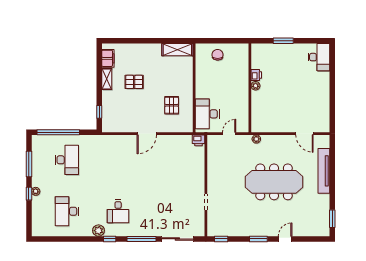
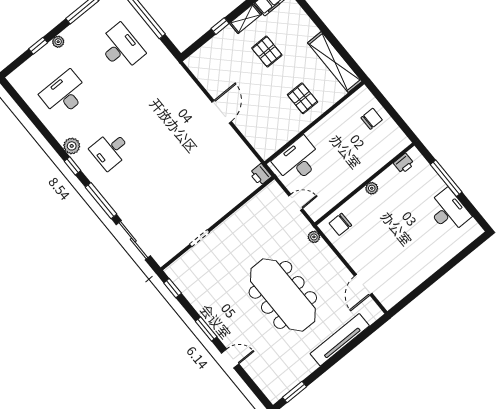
window: (283, 41) -> (446, 178), width x1.44
shelving: (177, 50) -> (335, 62), width x1.47
desk: (319, 57) -> (448, 211), moved, turned -90
printer: (256, 75) -> (404, 163), moved
pallet: (172, 105) -> (303, 98), moved, turned 90
window: (99, 112) -> (220, 26), moved
chair: (261, 119) -> (340, 224), added
door: (147, 134) -> (222, 112), swing flipped
desk: (67, 160) -> (121, 48), turned -90
window: (29, 194) -> (38, 46), moved

